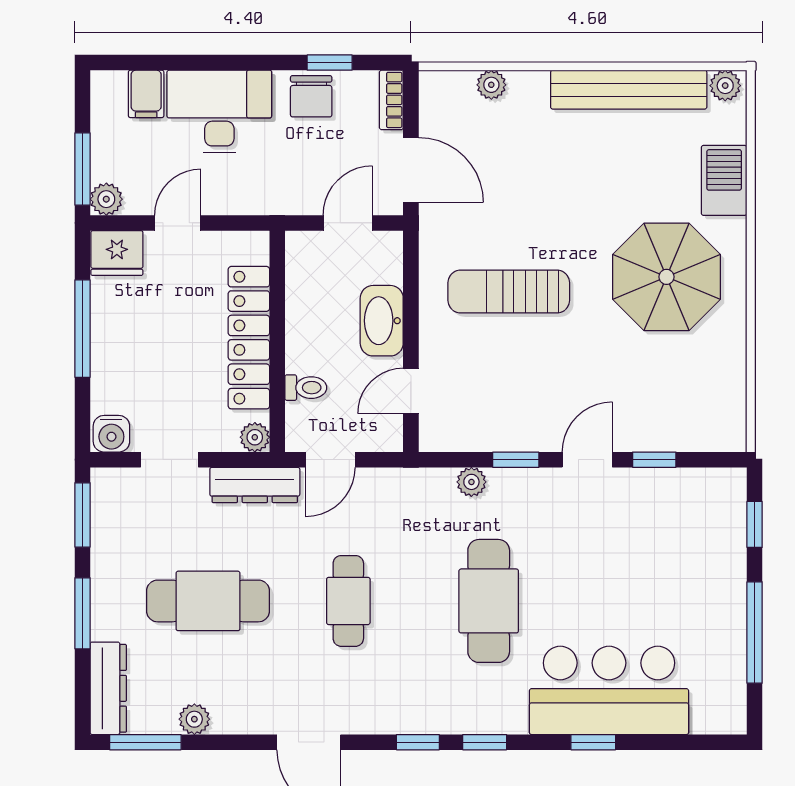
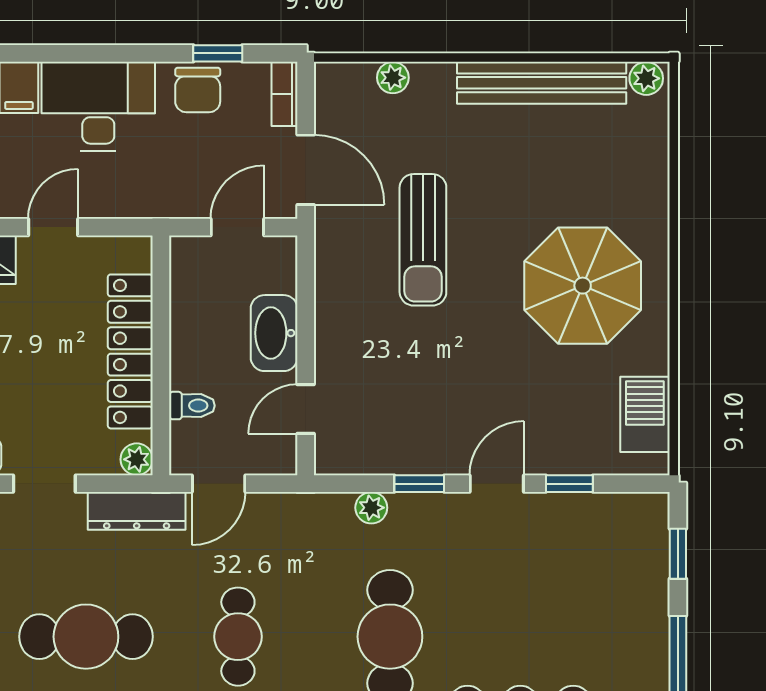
barbecue: (724, 180) -> (645, 414), moved
sun lounger: (509, 292) -> (423, 240), moved, turned -90

